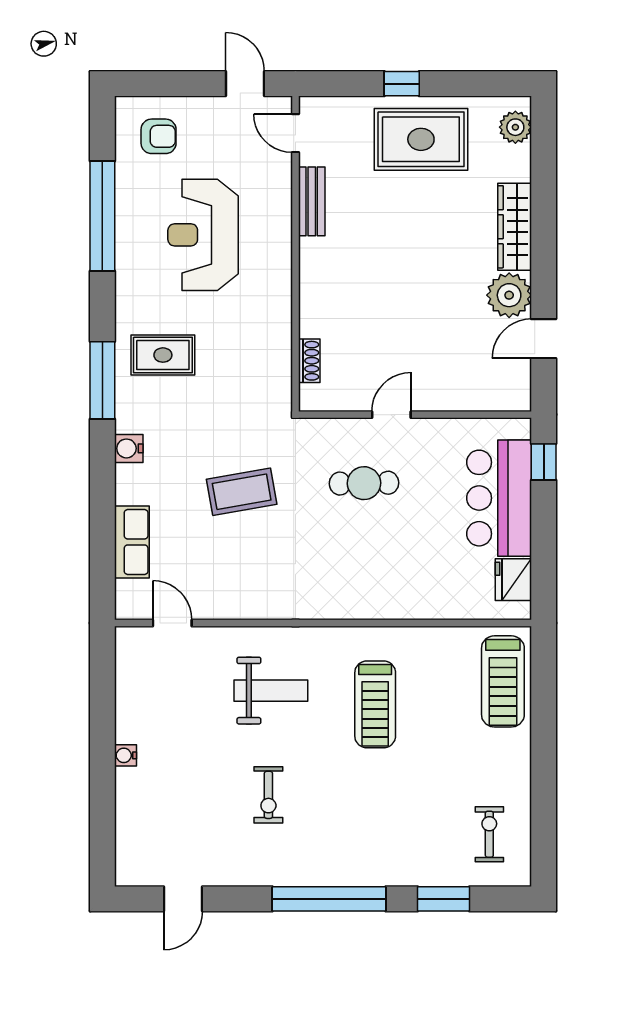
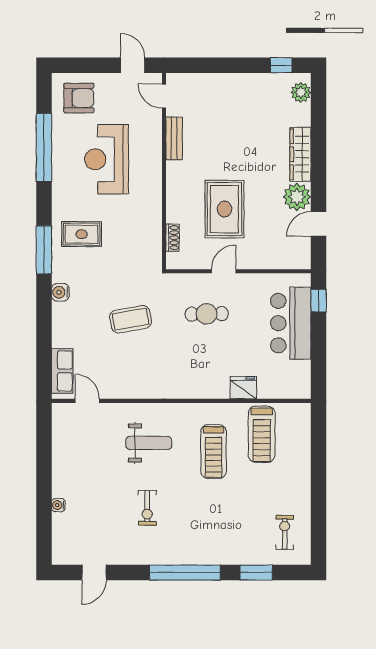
window: (402, 84) -> (281, 65), moved
armchair: (159, 136) -> (79, 98), width x1.38, depth x1.38
rug: (421, 139) -> (224, 209), moved, turned 90
row of seats: (132, 542) -> (62, 371), moved
fridge: (513, 580) -> (243, 388), moved, turned 90
treadmill: (503, 681) -> (262, 434), moved
water cooler: (125, 755) -> (58, 505), moved

